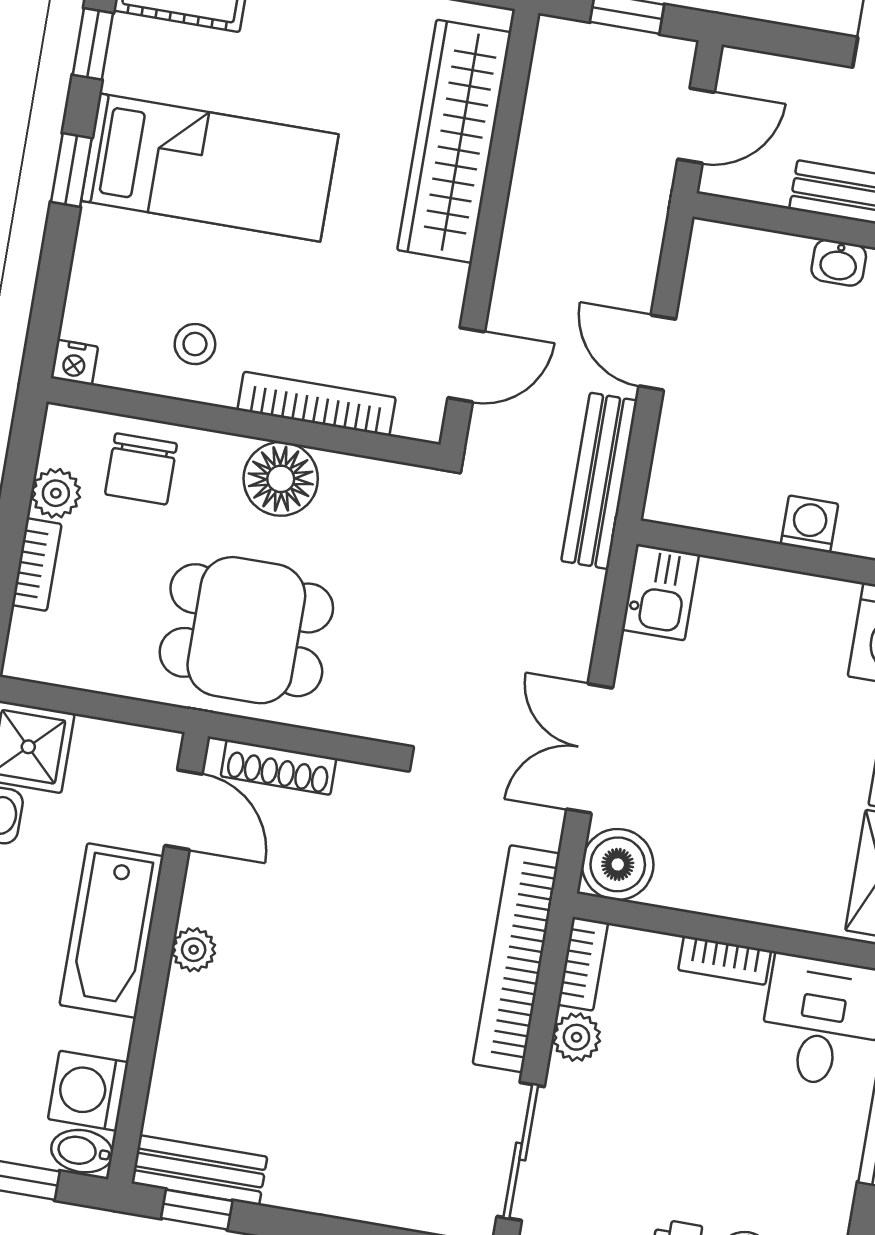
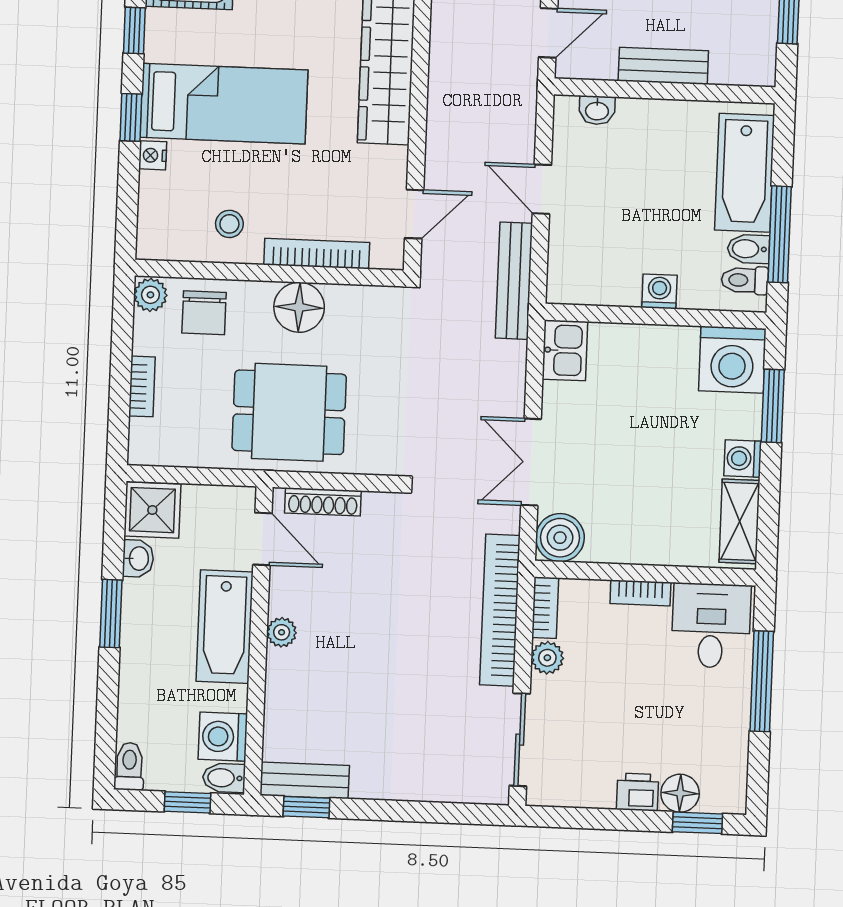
washbasin: (839, 263) -> (597, 110), moved
nightstand: (74, 362) -> (153, 155), moved, turned 90
plant: (56, 493) -> (150, 295), moved

